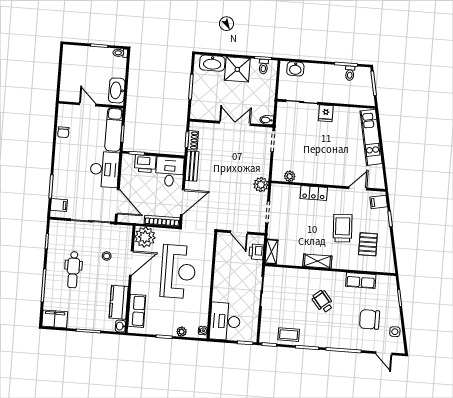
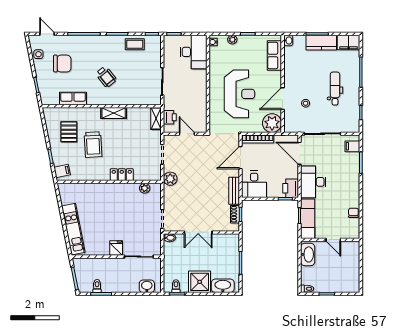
printer: (145, 164) -> (291, 188), moved, turned -90
door: (358, 188) -> (82, 182), removed
reception desk: (178, 272) -> (239, 94), turned 180
kitchen counter: (119, 302) -> (321, 43), moved, turned 90

